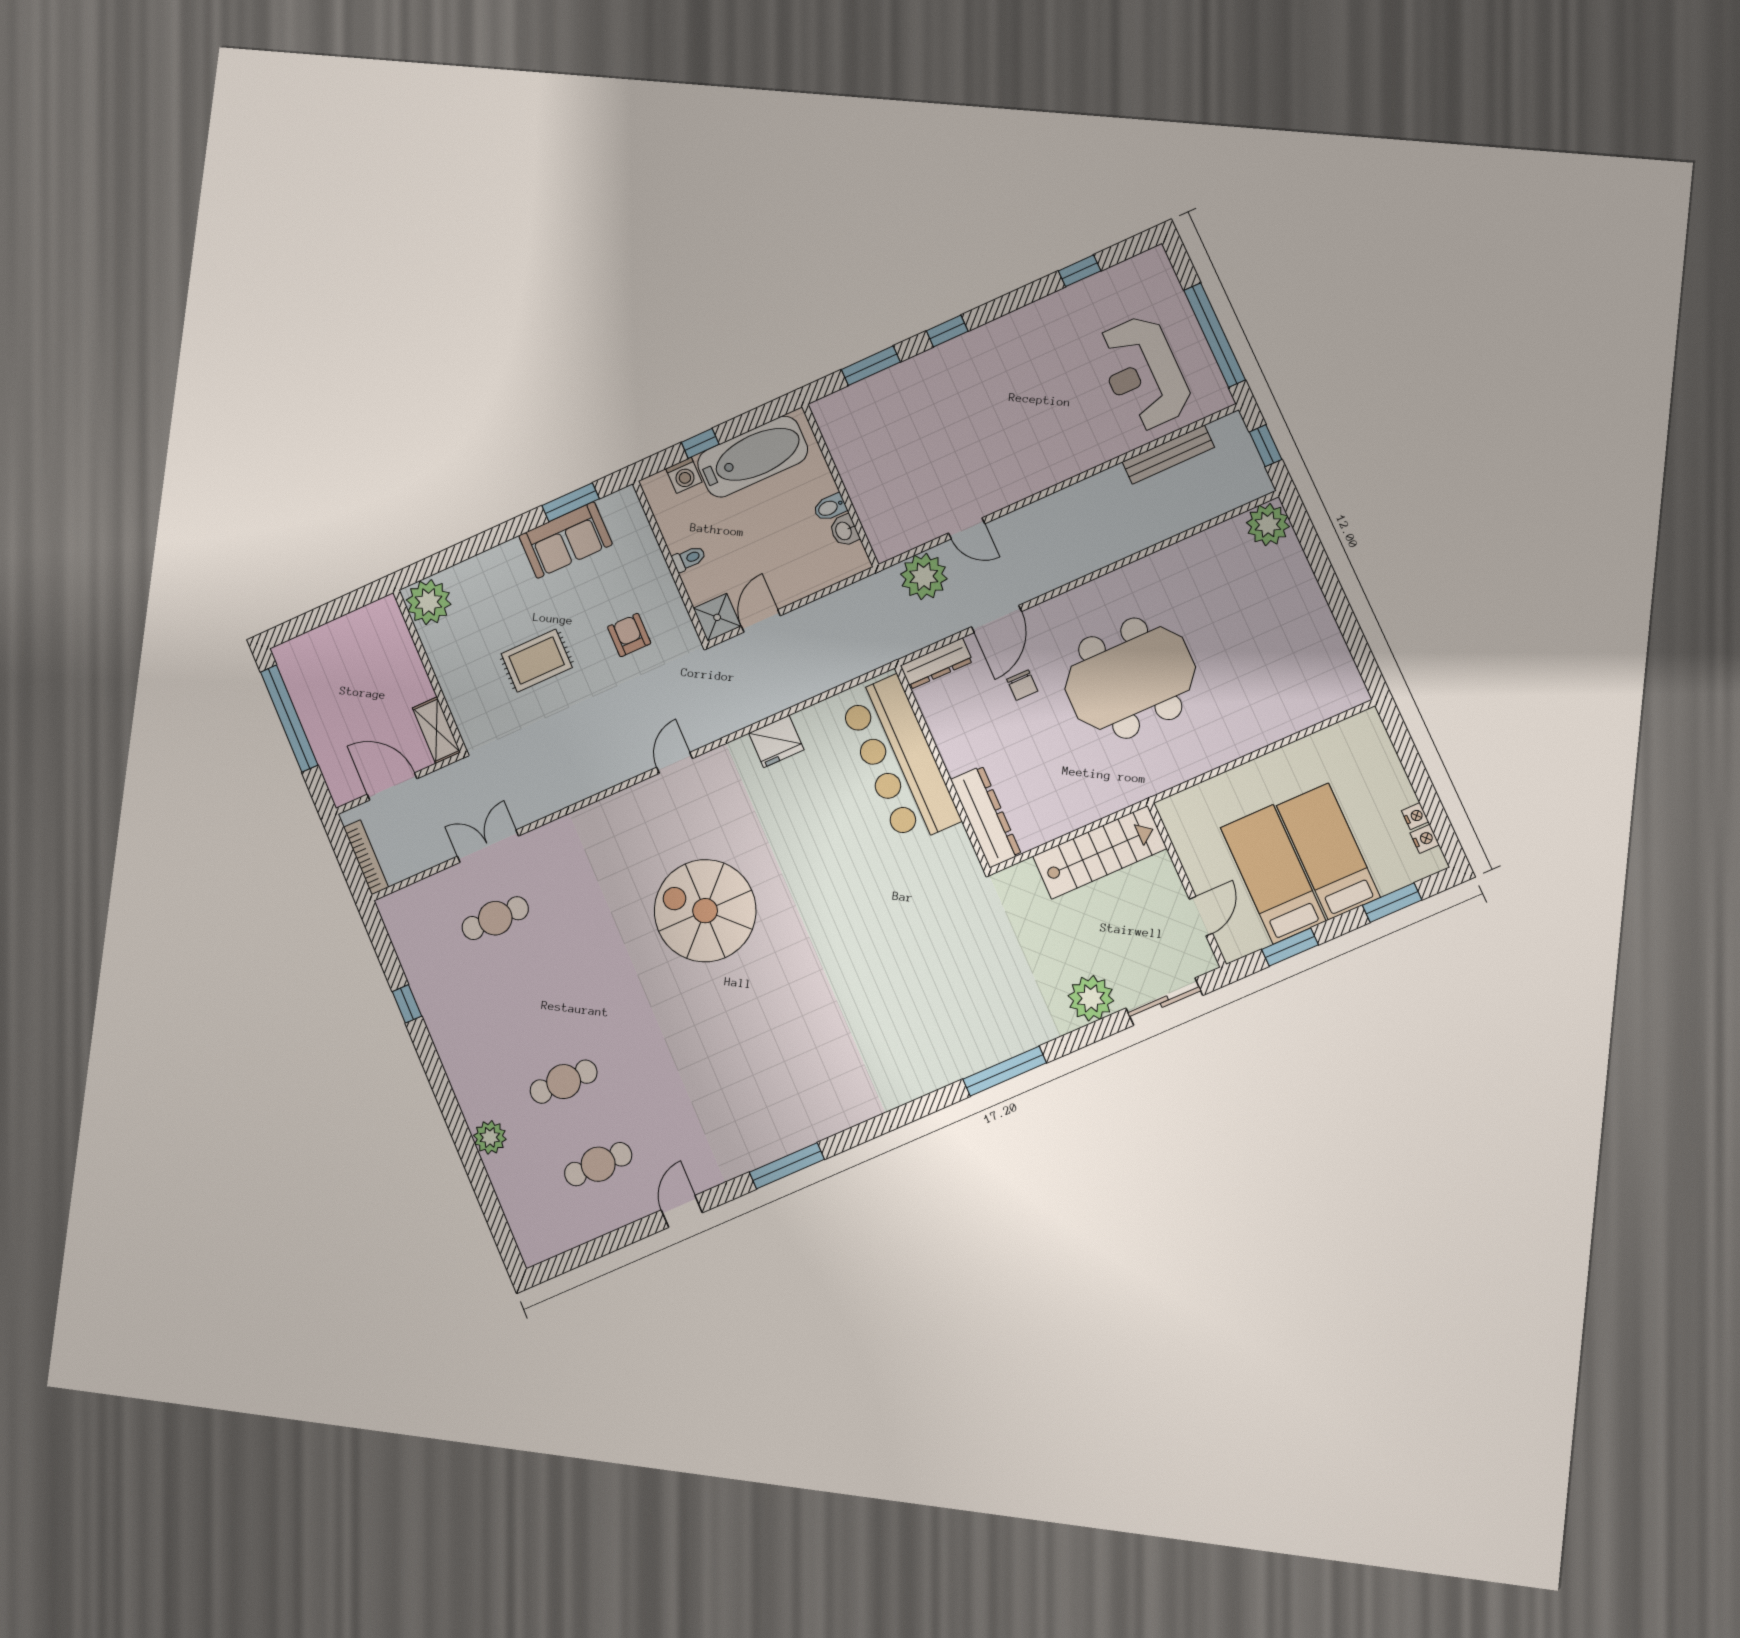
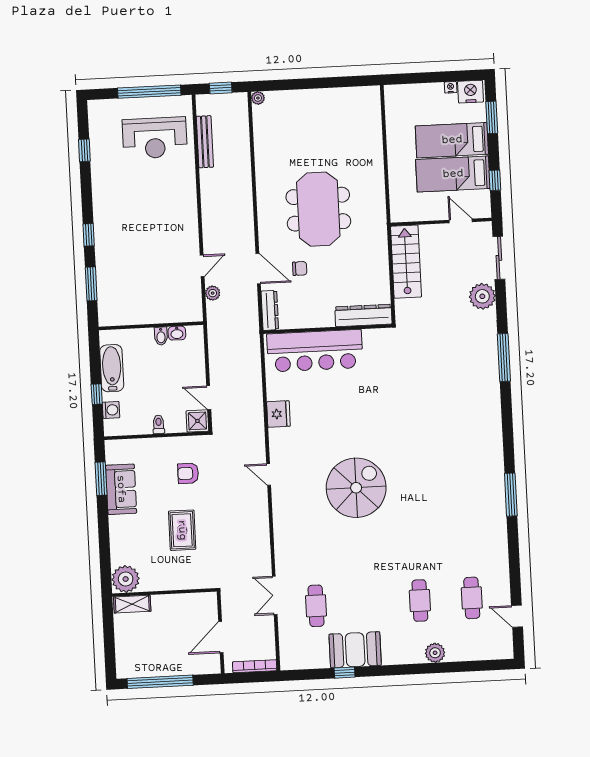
bathtub: (753, 457) -> (112, 368), width x0.73, depth x0.73
plant: (1268, 525) -> (258, 98), width x0.53, depth x0.53
plant: (924, 577) -> (213, 293), width x0.53, depth x0.53
shelving: (436, 730) -> (132, 604), moved
nightstand: (1425, 839) -> (471, 92), width x1.89, depth x1.79
spiral stairs: (705, 911) -> (356, 488), turned 180
window: (1290, 947) -> (495, 180), width x0.67
booth: (449, 1007) -> (355, 650), added
door: (682, 1211) -> (517, 616), moved

